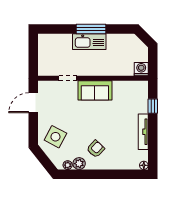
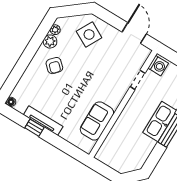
washing machine: (141, 69) -> (158, 66), moved
sofa: (95, 90) -> (97, 121), moved
window: (153, 106) -> (34, 128), moved

